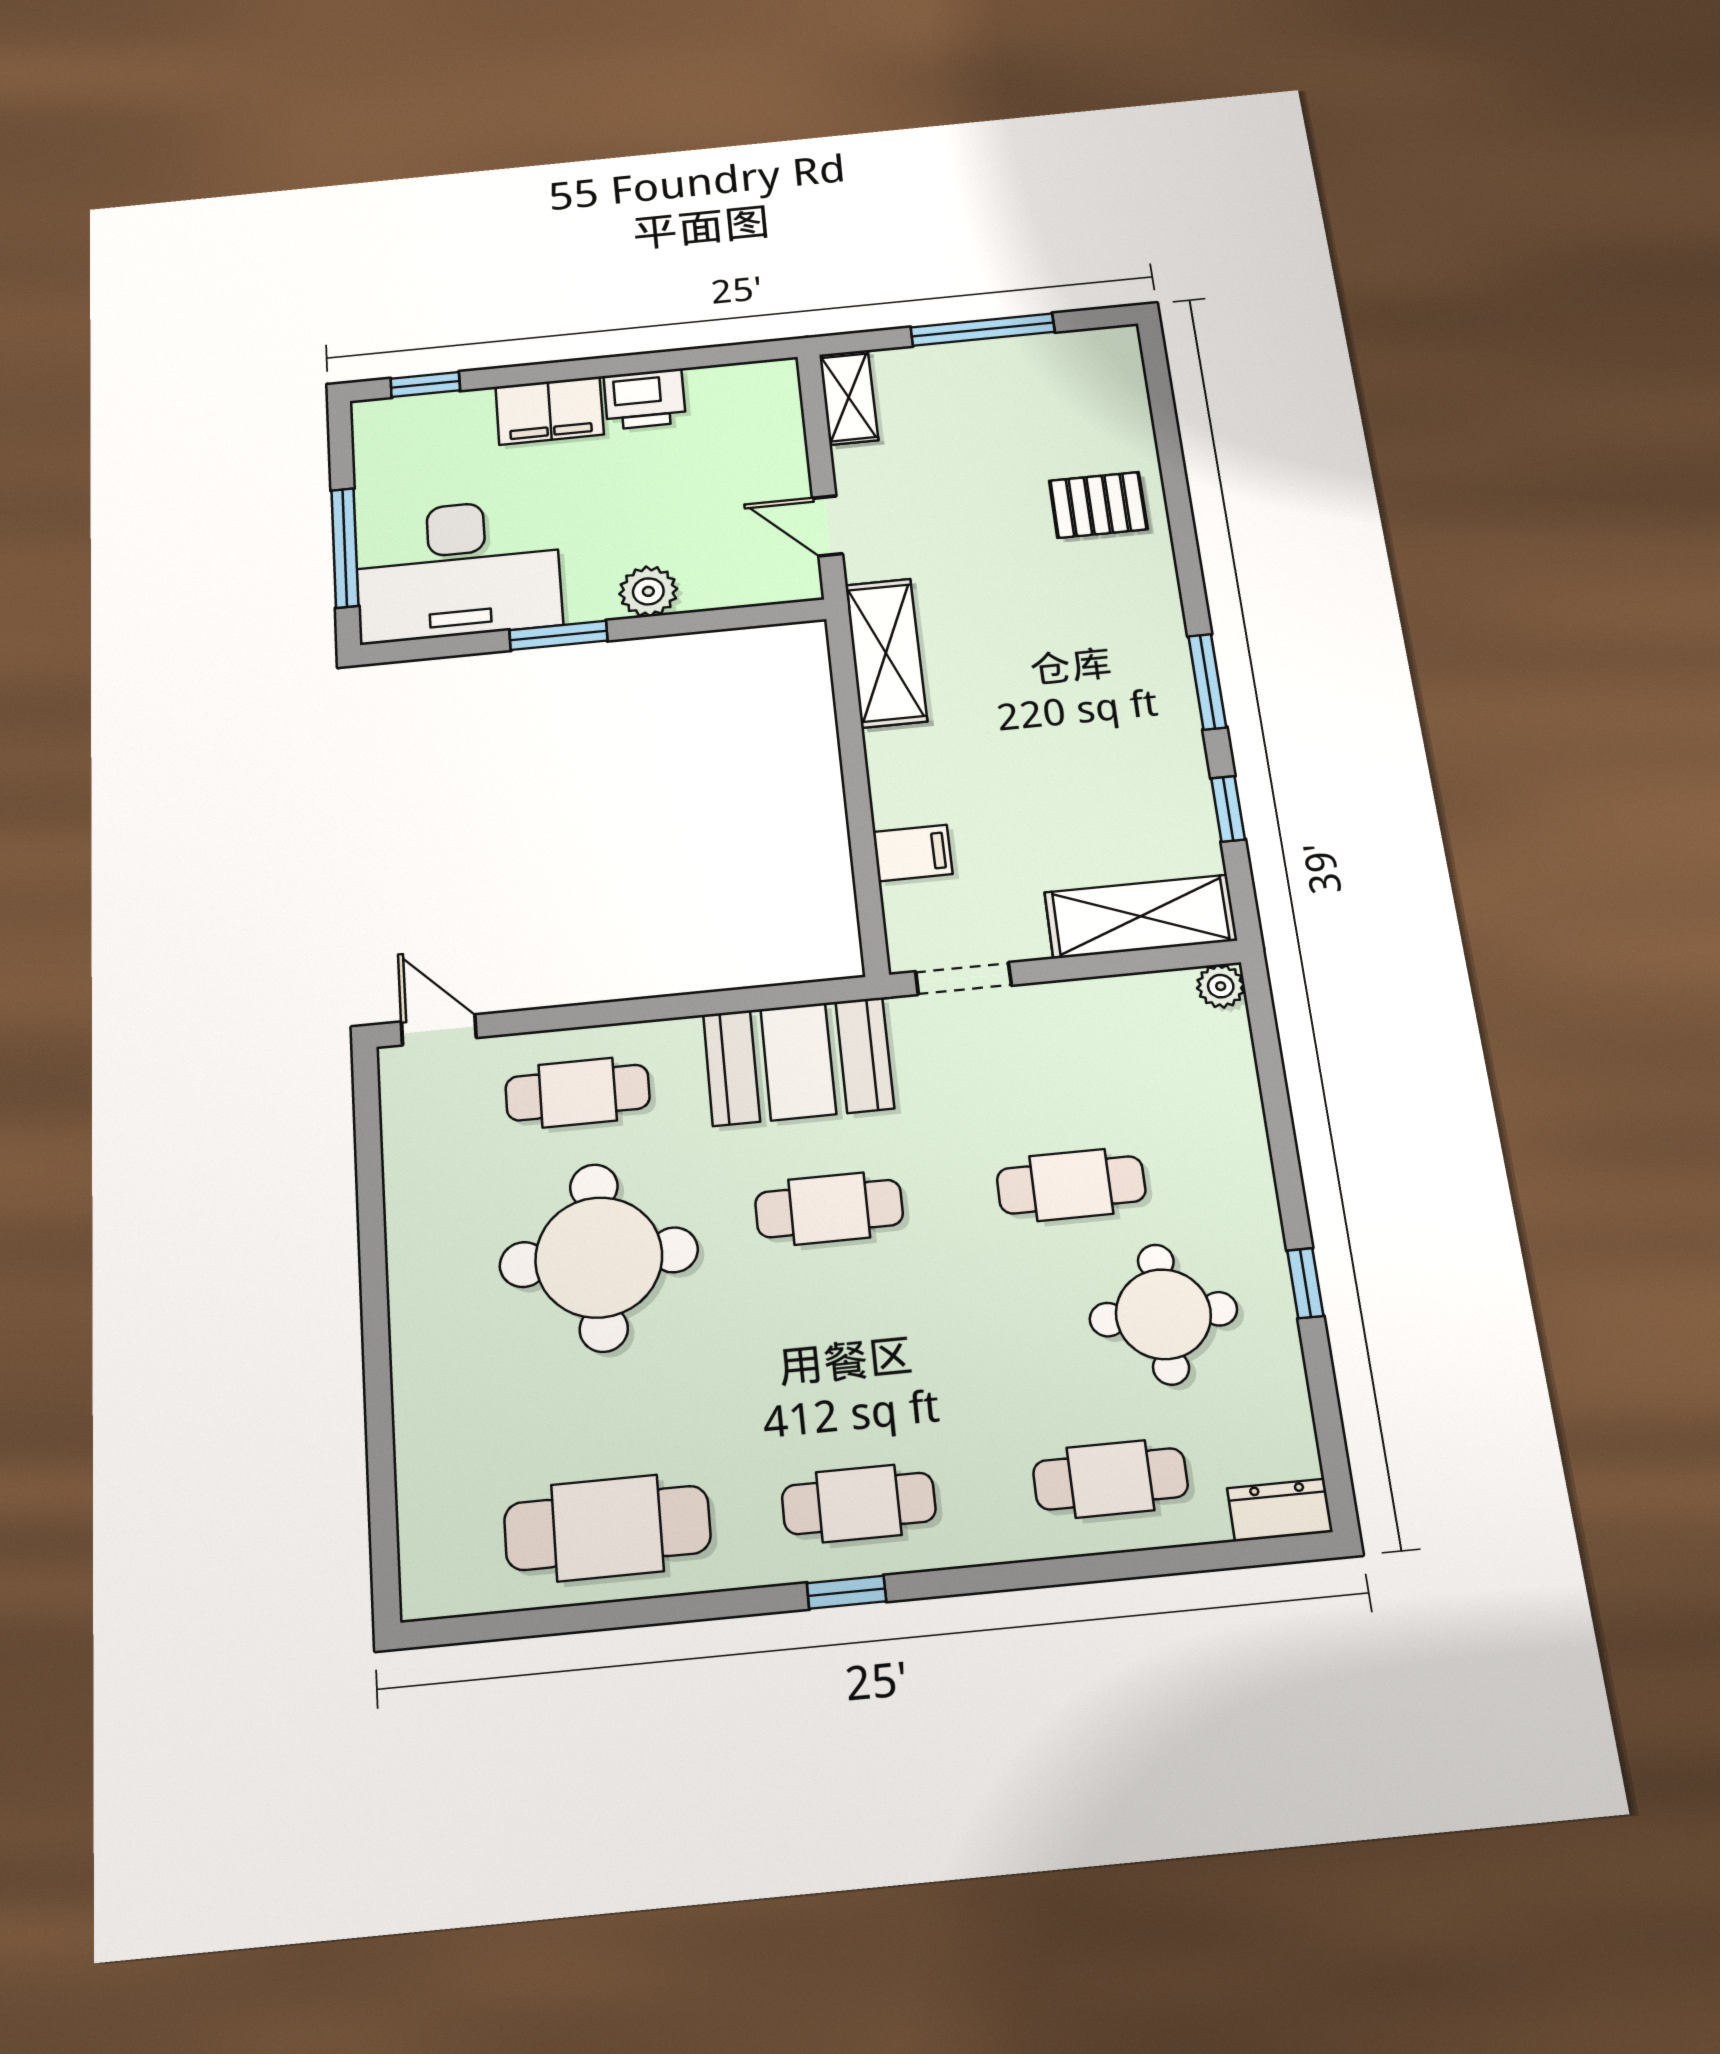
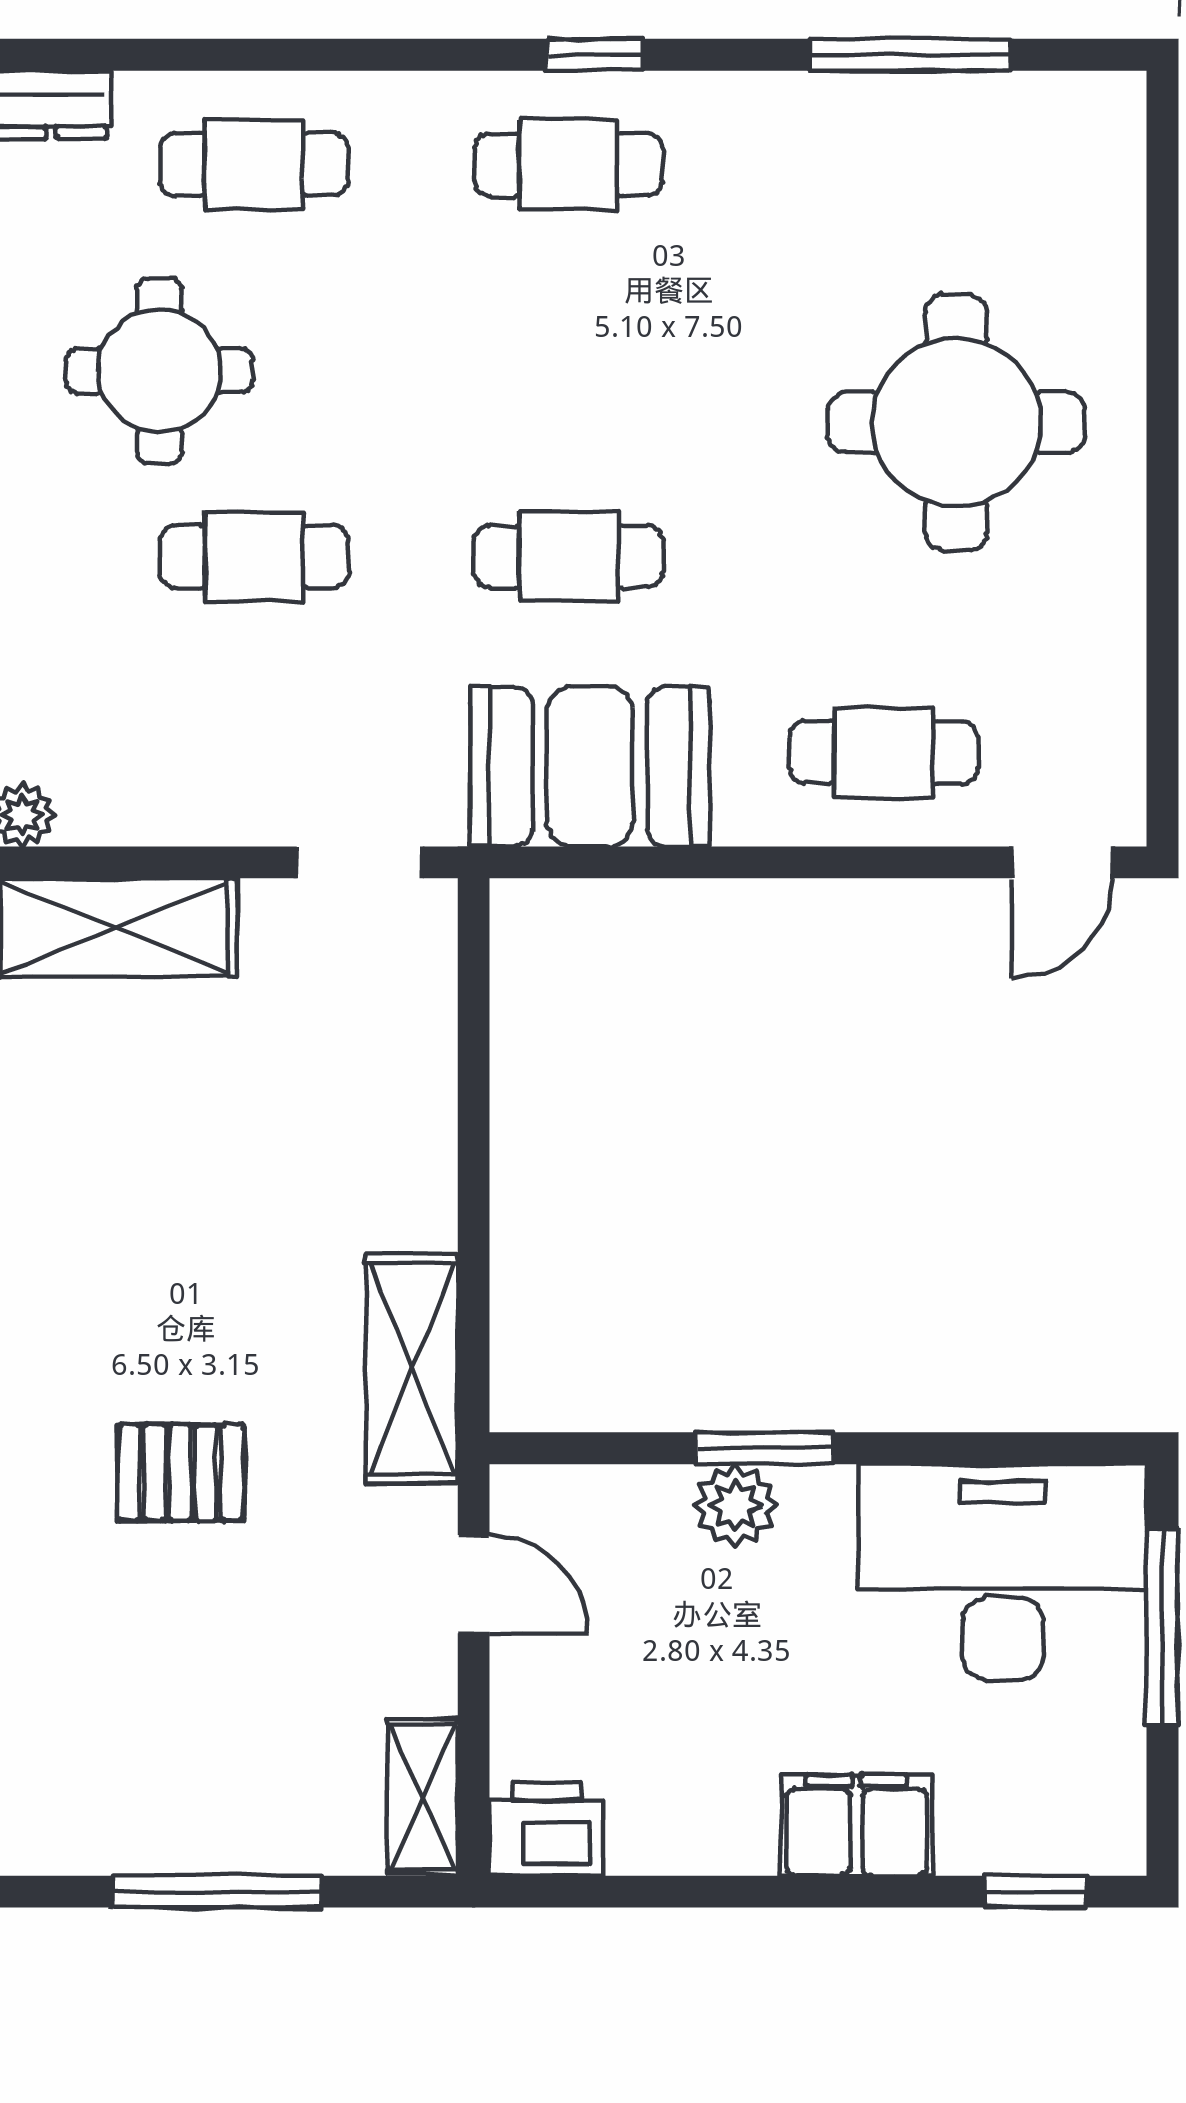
printer: (645, 399) -> (546, 1829), moved
pallet: (1098, 505) -> (180, 1473), moved
window: (558, 635) -> (764, 1448), moved
filing cabinet: (913, 853) -> (407, 1055), removed
door: (439, 1030) -> (1062, 862), hinge flipped
round table: (599, 1257) -> (956, 422), moved
cafe table: (607, 1528) -> (883, 165), removed
window: (592, 1617) -> (910, 55), added

